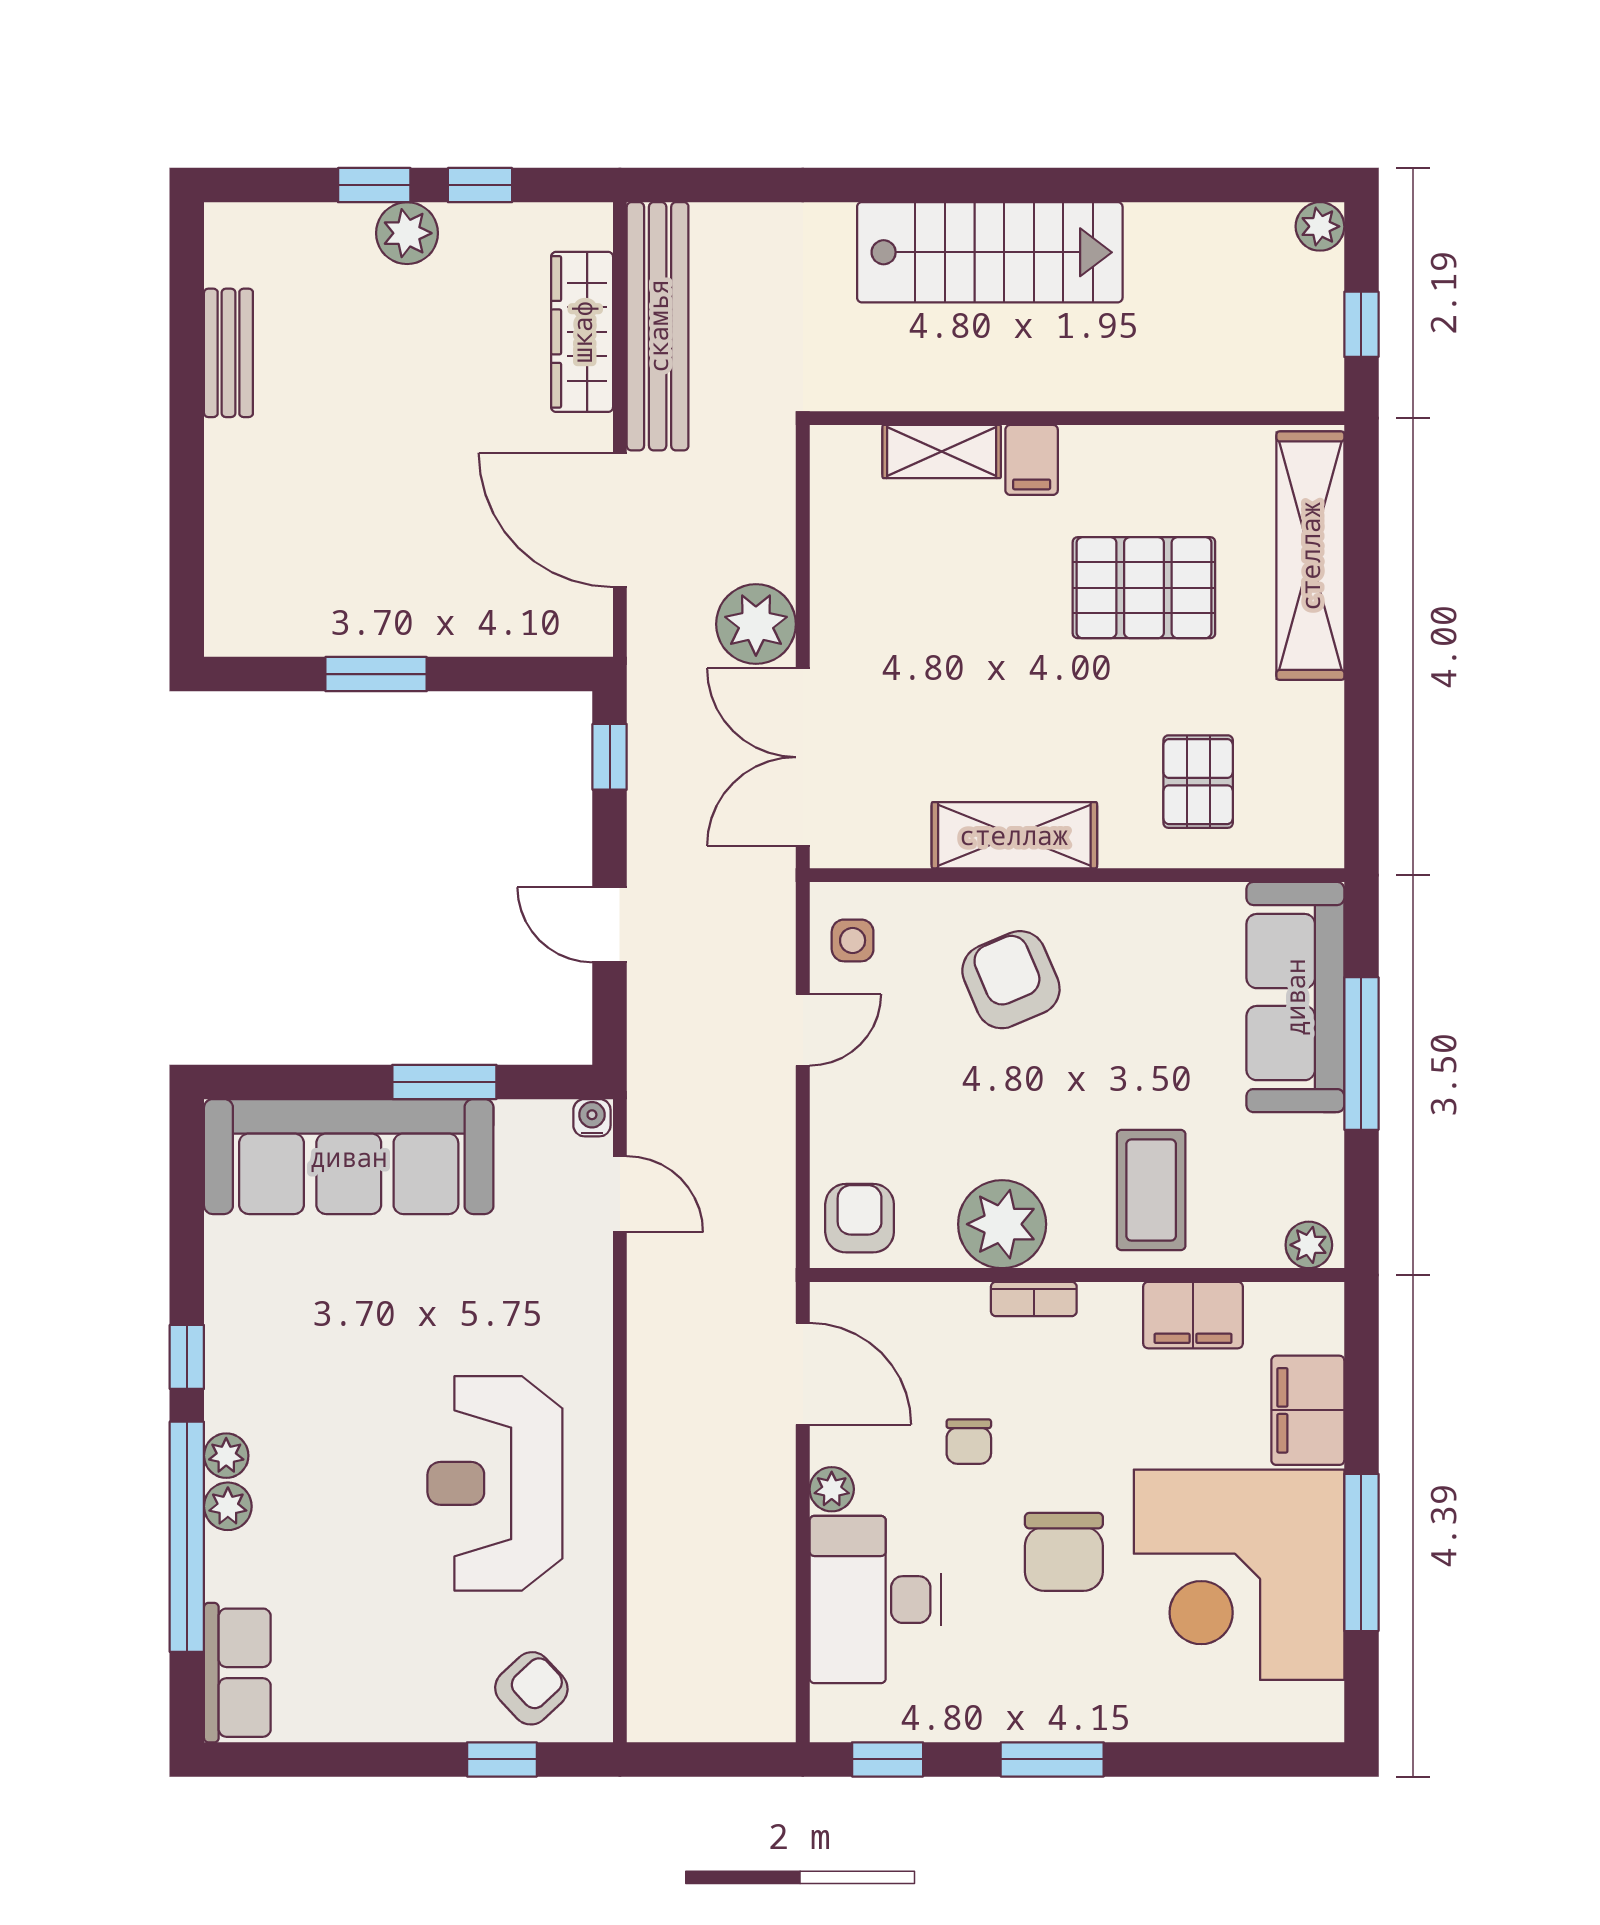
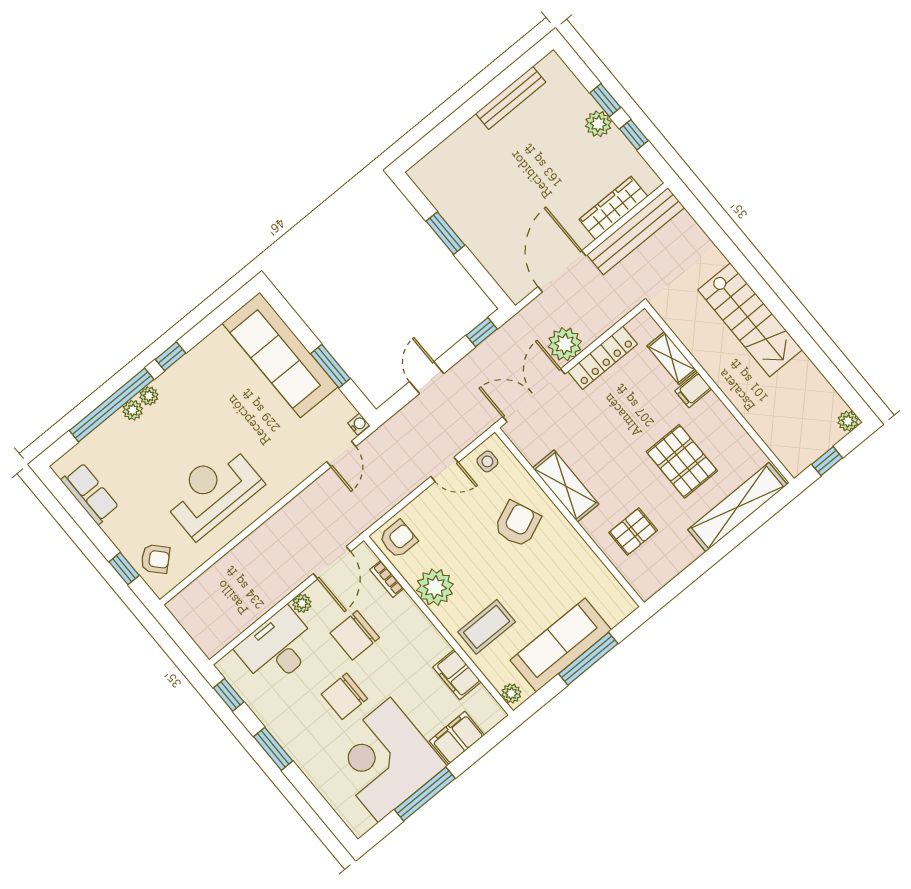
bench: (228, 353) -> (511, 98), width x1.36
locker: (837, 576) -> (603, 358), added
sofa: (1295, 997) -> (561, 645), moved
bookcase: (1034, 1299) -> (387, 579), moved
chair: (969, 1442) -> (355, 635), width x1.87, depth x1.87
row of seats: (237, 1673) -> (90, 494), moved, turned -90

